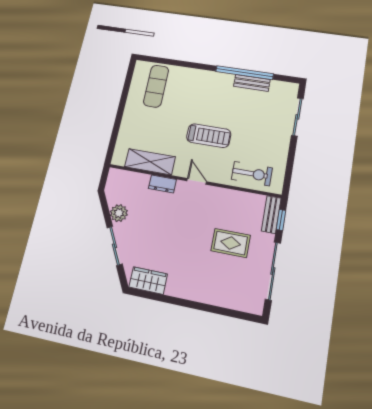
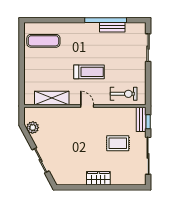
exercise mat: (156, 86) -> (43, 41), turned 90
dresser: (162, 184) -> (64, 112), removed
plant: (119, 213) -> (33, 128), moved
wardrobe: (148, 280) -> (98, 178), moved

